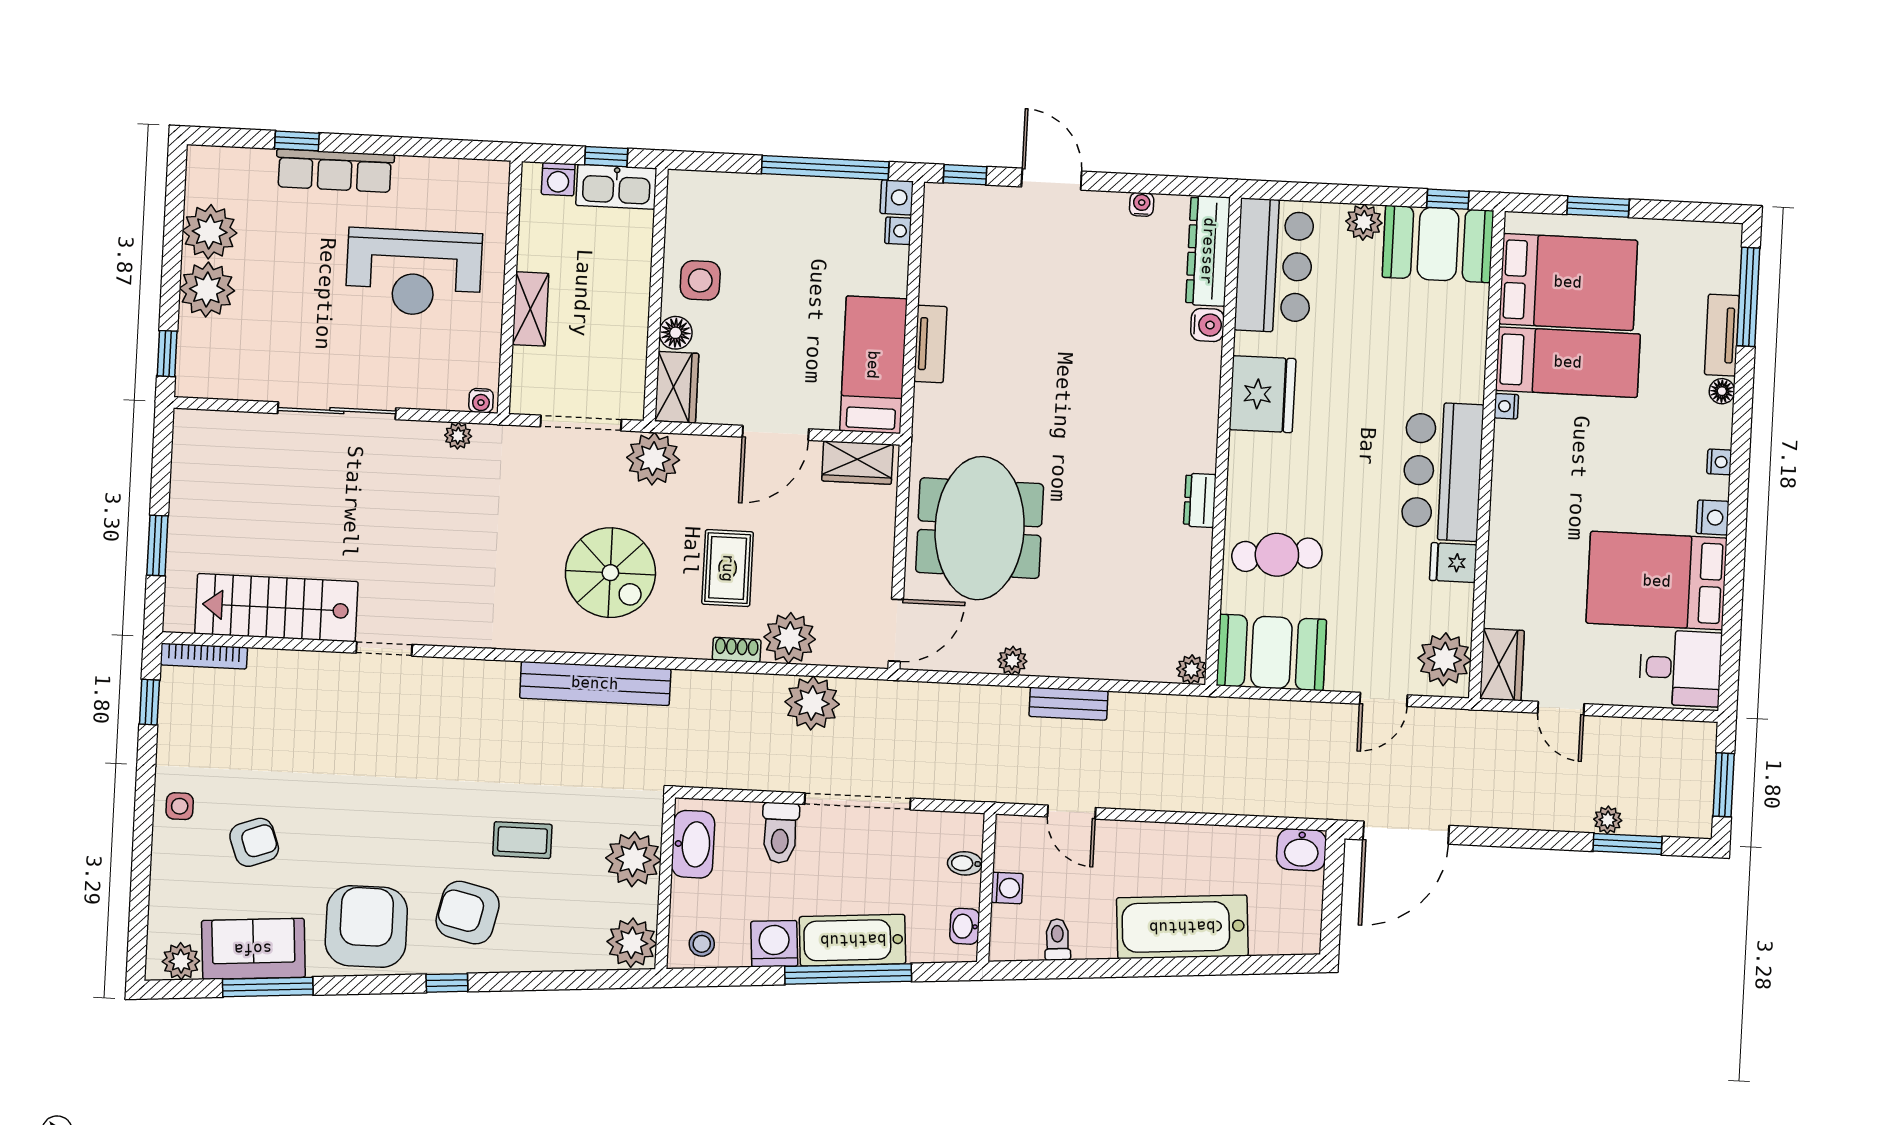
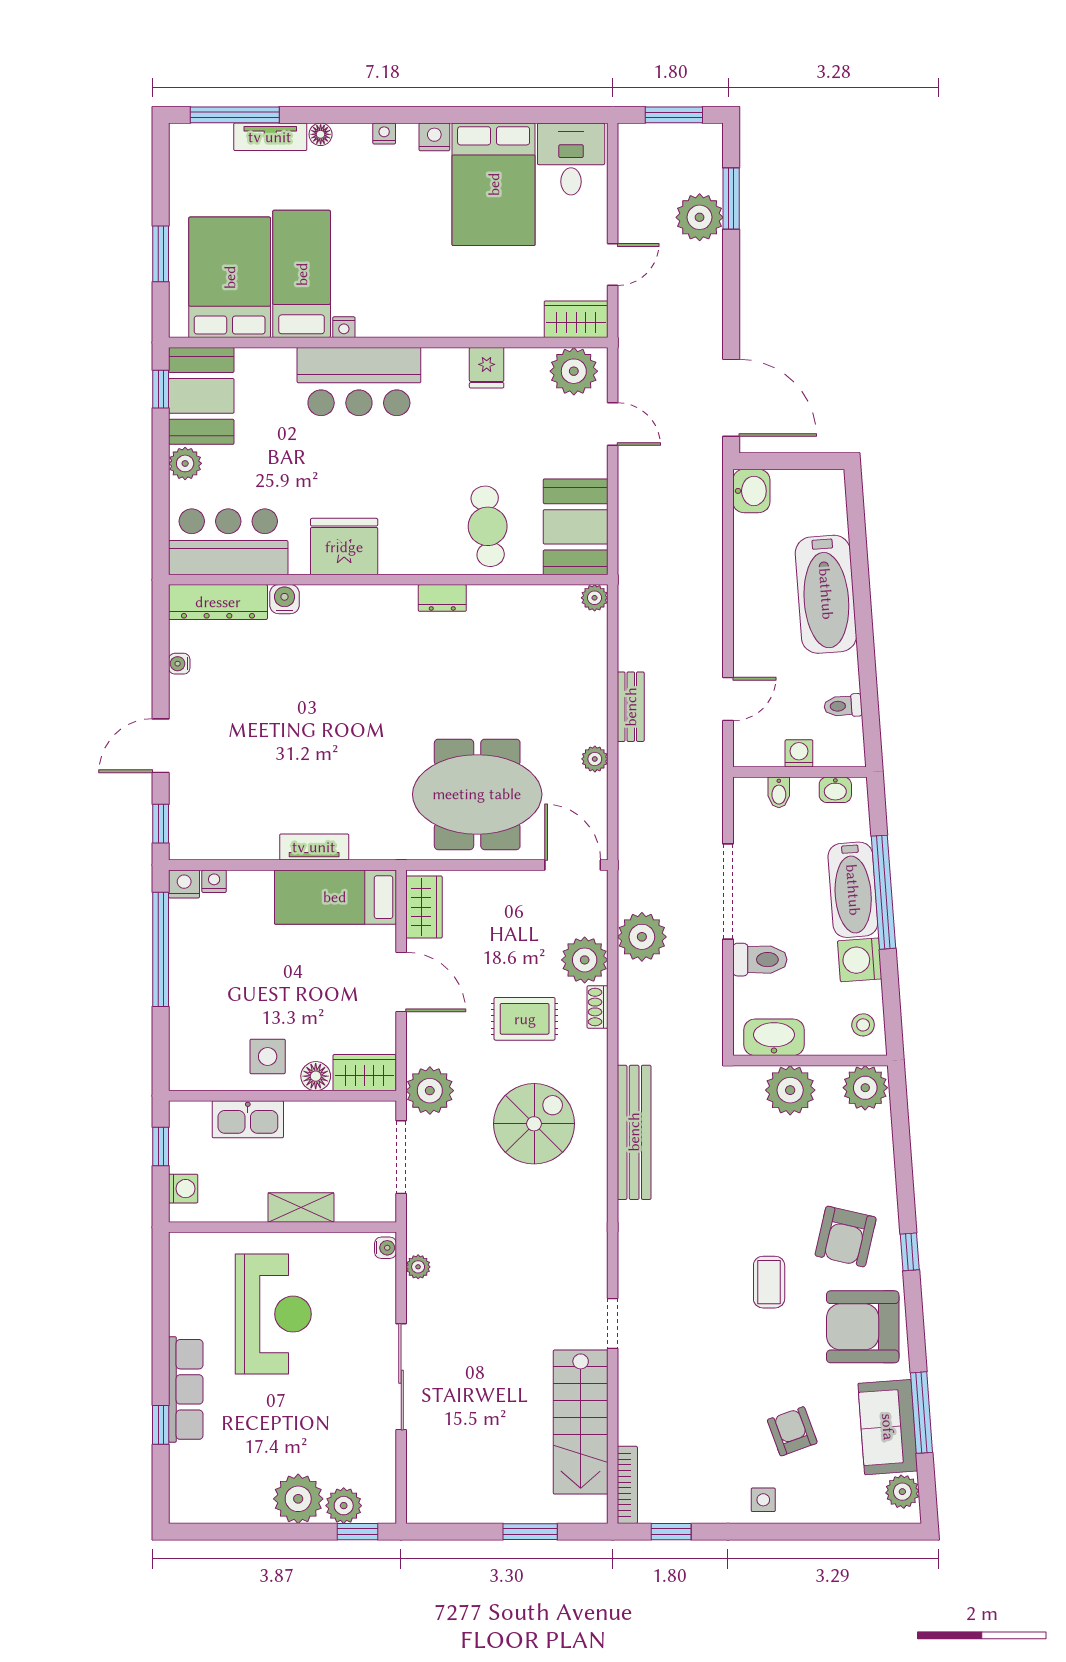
kitchen sink: (616, 187) -> (248, 1119), moved, turned 90
plant: (210, 232) -> (344, 1506), moved, width x0.73, depth x0.73
bar counter: (1442, 471) -> (359, 382), moved
plant: (1608, 820) -> (700, 217), width x1.87, depth x1.87
coffee table: (522, 840) -> (769, 1282), moved

